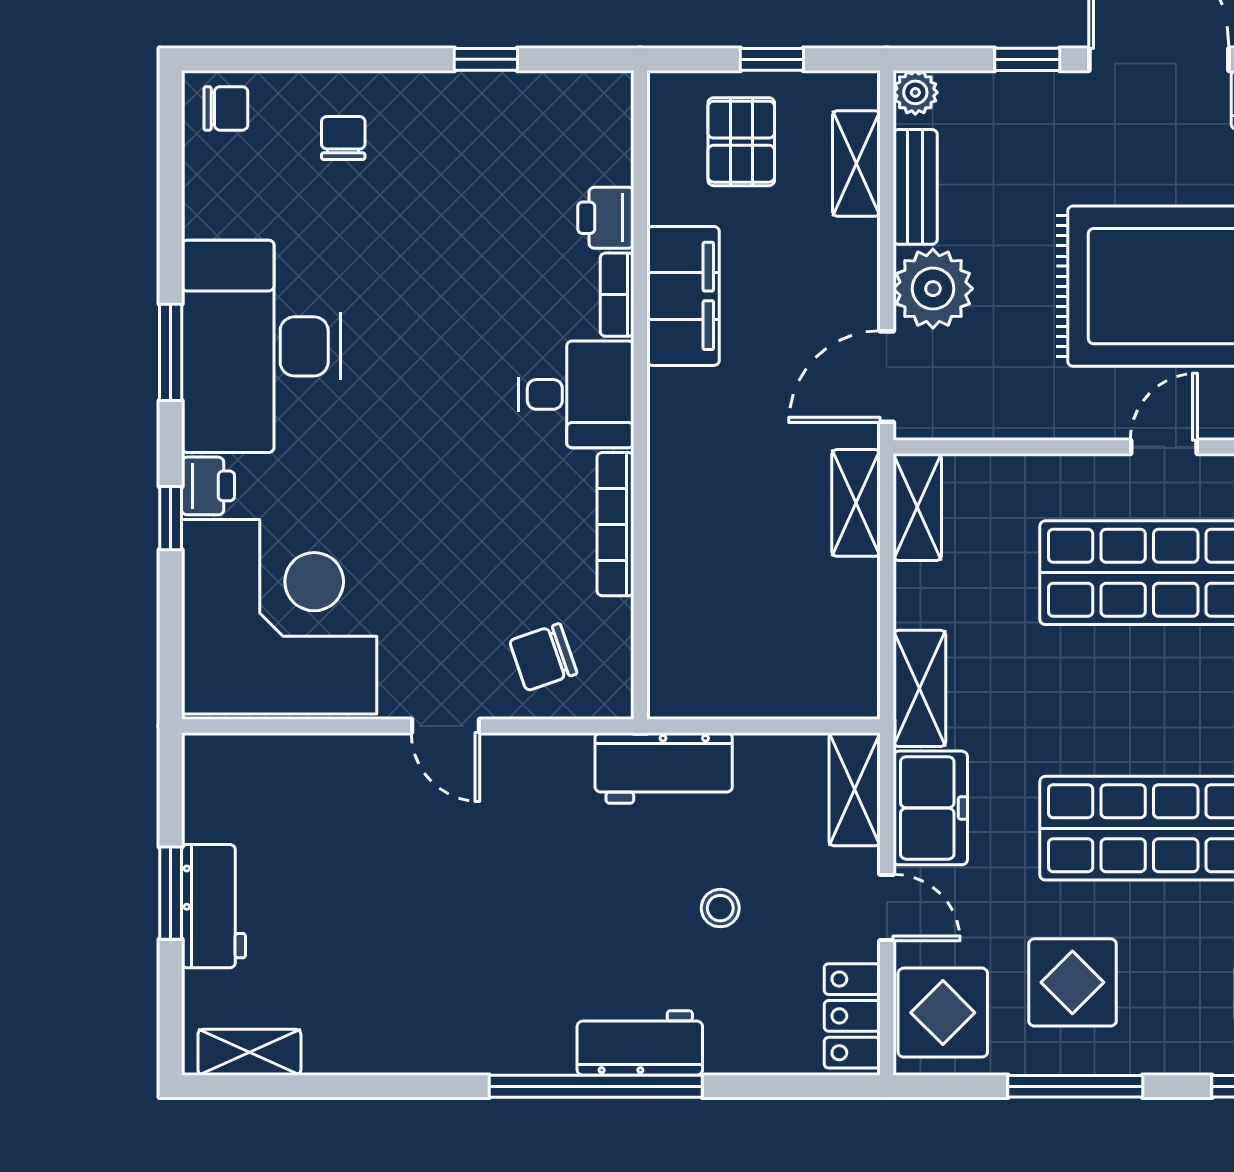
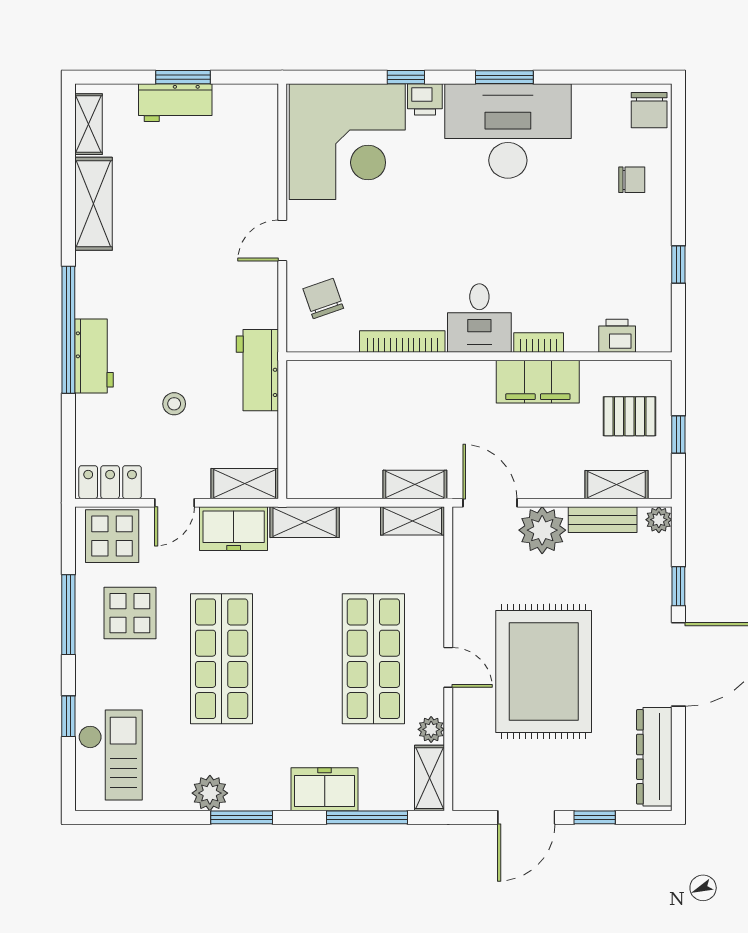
chair: (226, 108) -> (649, 110), width x1.37, depth x1.37
printer: (606, 218) -> (617, 336), moved
shelving: (384, 1044) -> (93, 204), added

